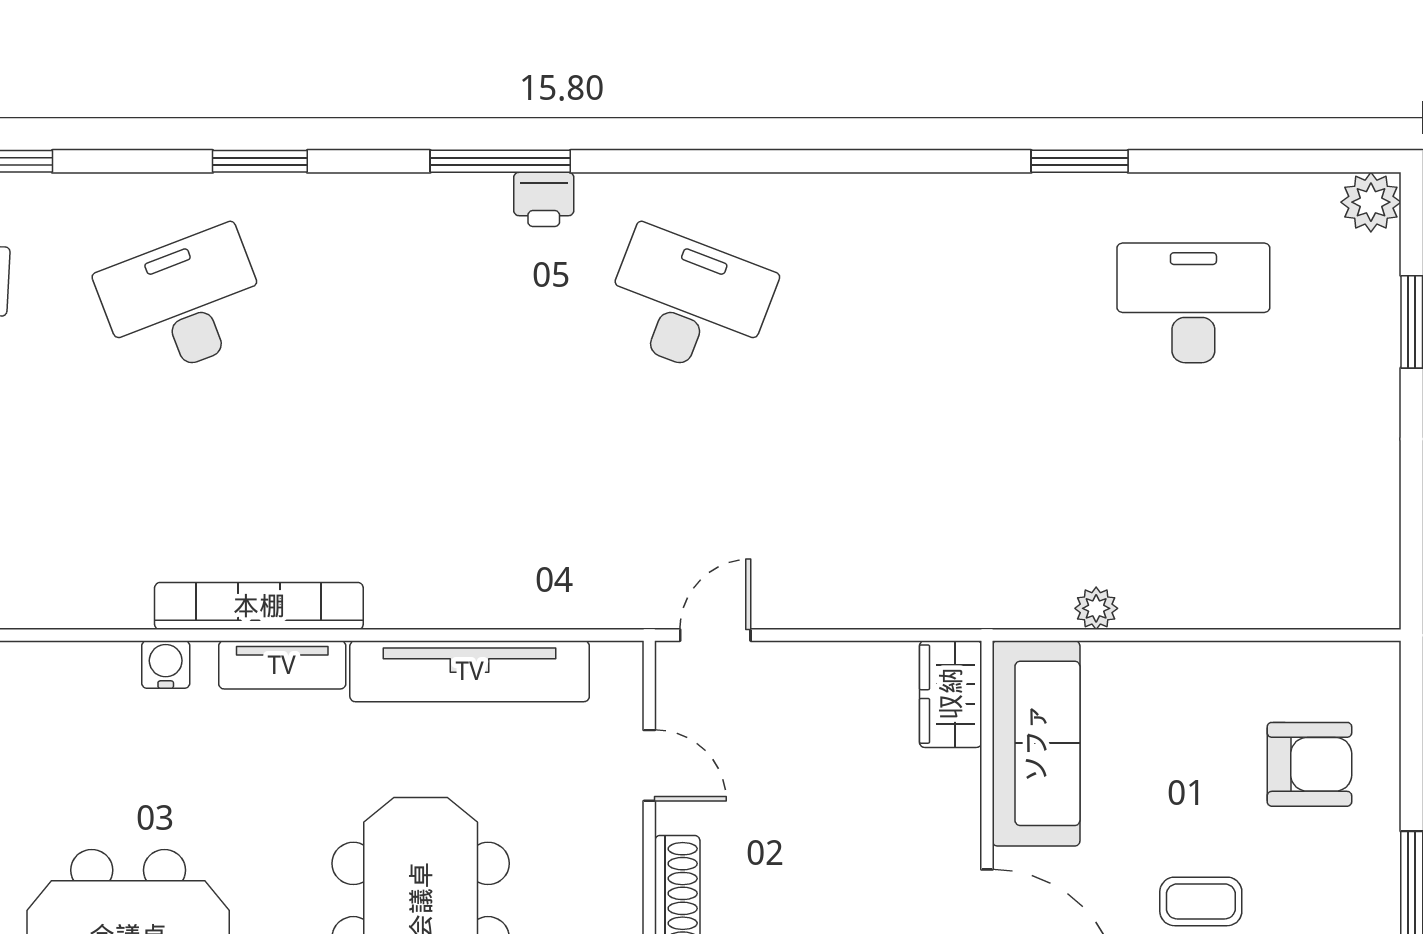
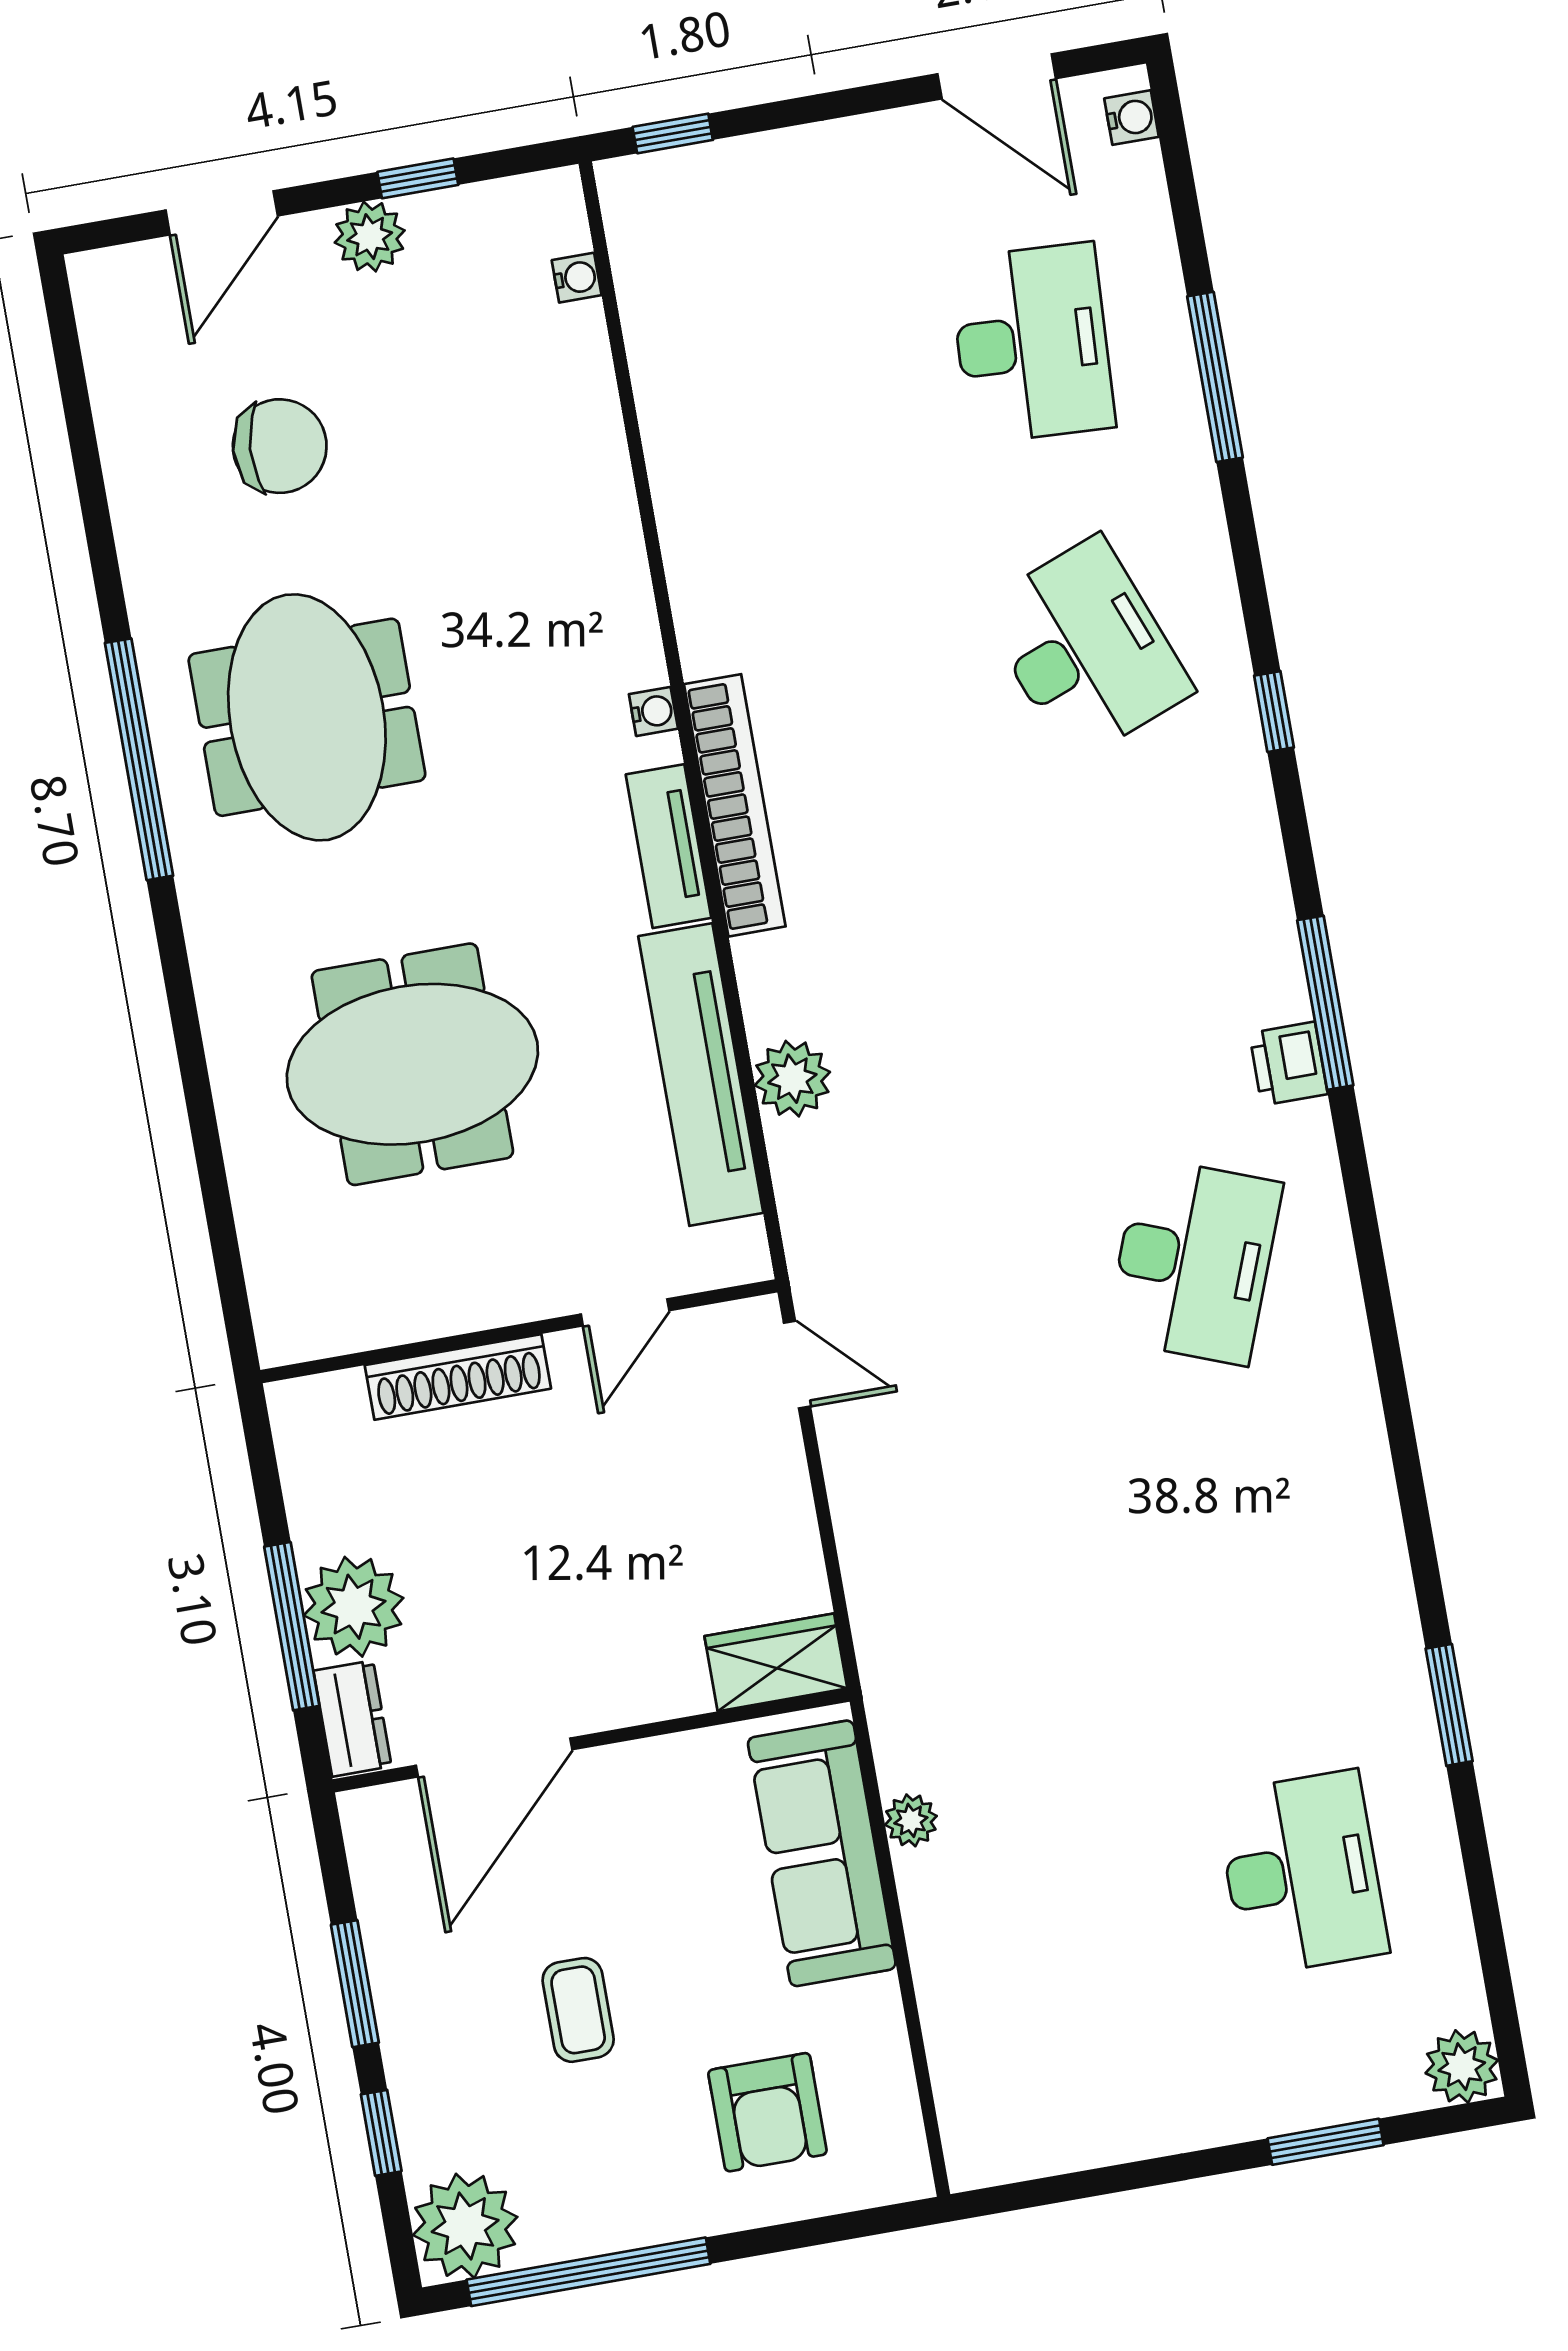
window: (260, 161) -> (1274, 712), width x0.67
plant: (486, 599) -> (792, 1079), added
water cooler: (166, 665) -> (653, 711), width x0.72, depth x0.72
sofa: (1036, 743) -> (822, 1853), moved, turned 90

